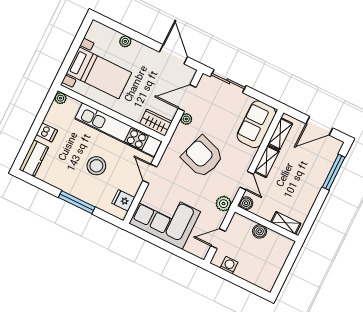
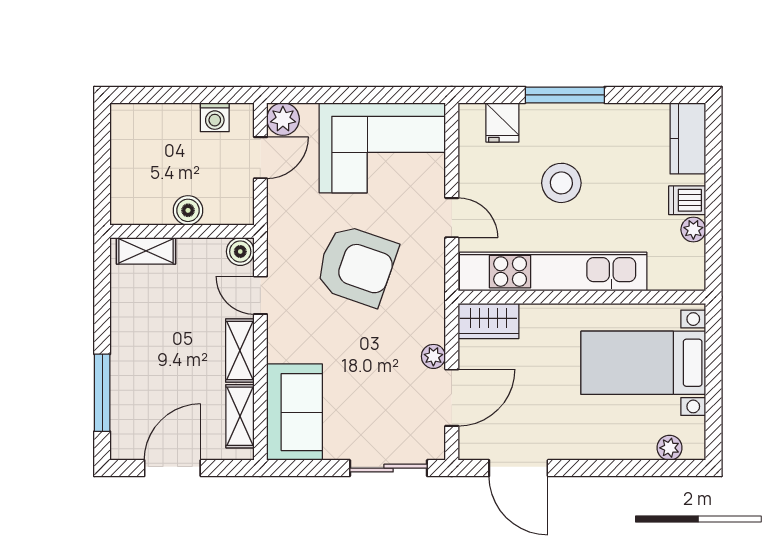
plant: (125, 41) -> (669, 448), moved
plant: (60, 98) -> (693, 230), moved
armchair: (202, 157) -> (356, 265), moved
fridge: (123, 200) -> (502, 122), moved, turned 90
plant: (224, 204) -> (283, 119), moved

